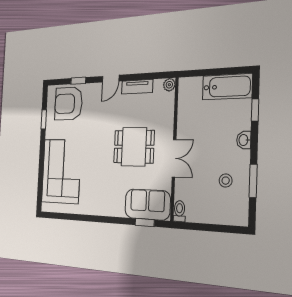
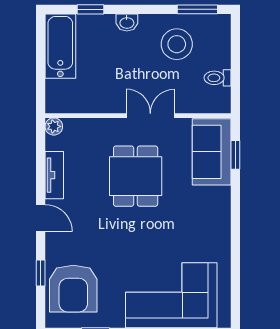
stool: (226, 181) -> (177, 44), width x1.89, depth x1.89
window: (253, 181) -> (197, 9), moved
toilet: (179, 211) -> (218, 78), moved

